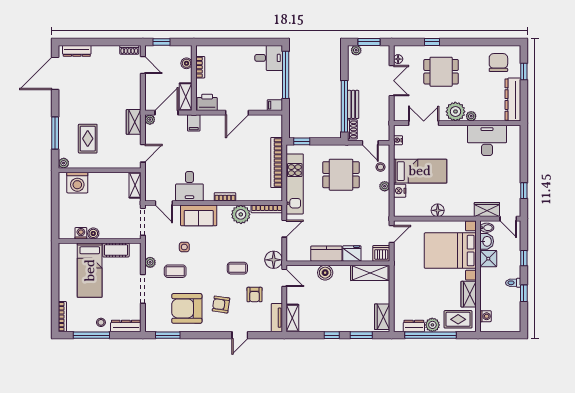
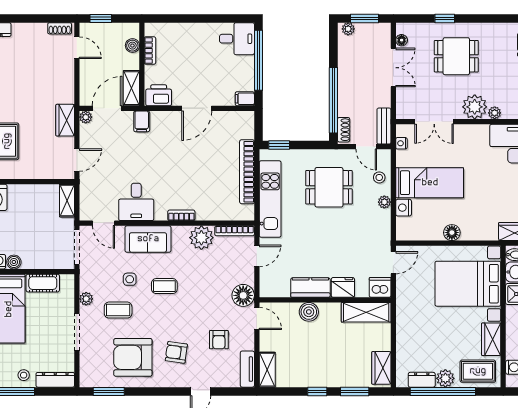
bench: (353, 104) -> (384, 126), moved
double door: (424, 123) -> (434, 122), swing flipped
coffee table: (237, 268) -> (164, 286), moved

